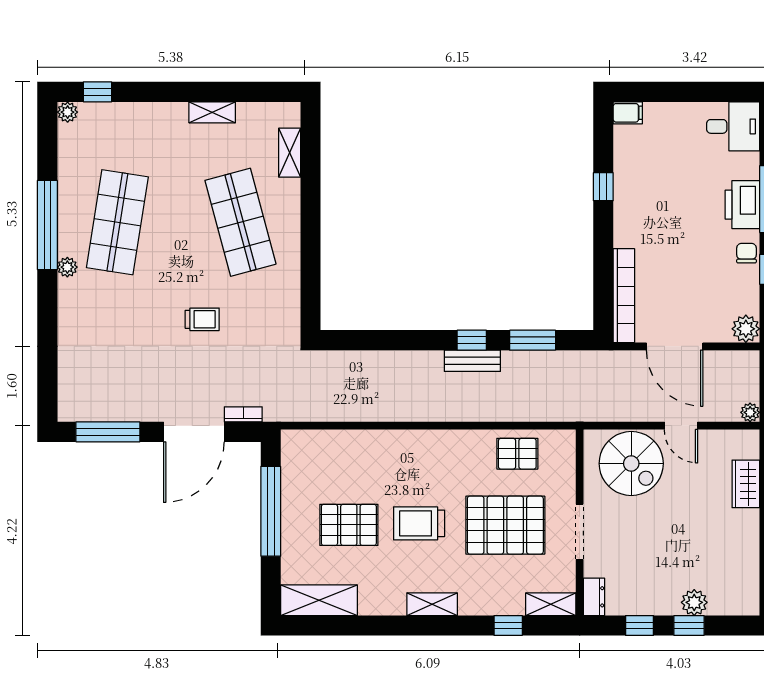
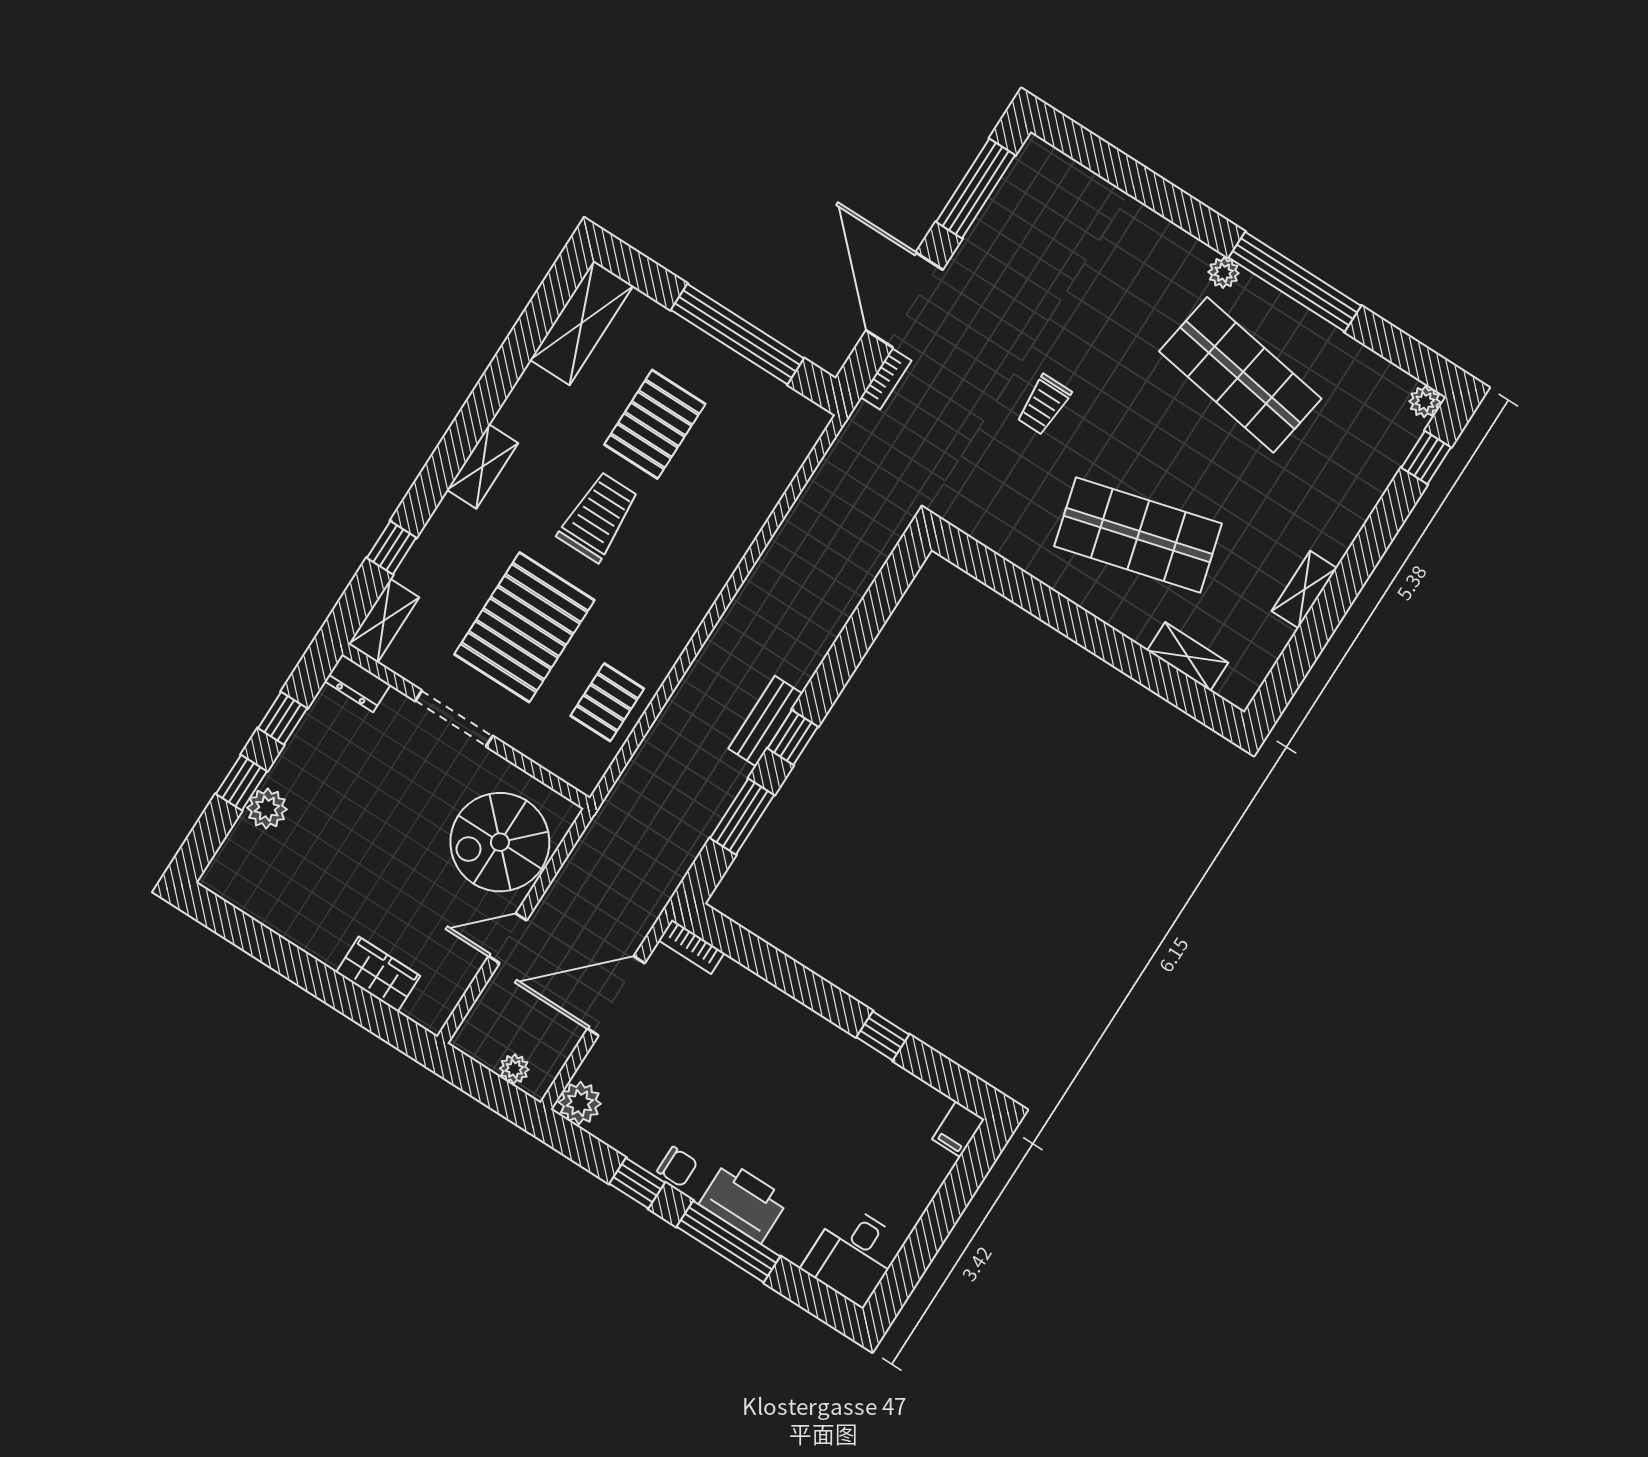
bookcase: (624, 296) -> (692, 947), width x0.43, depth x0.76
plant: (750, 412) -> (514, 1069), moved

